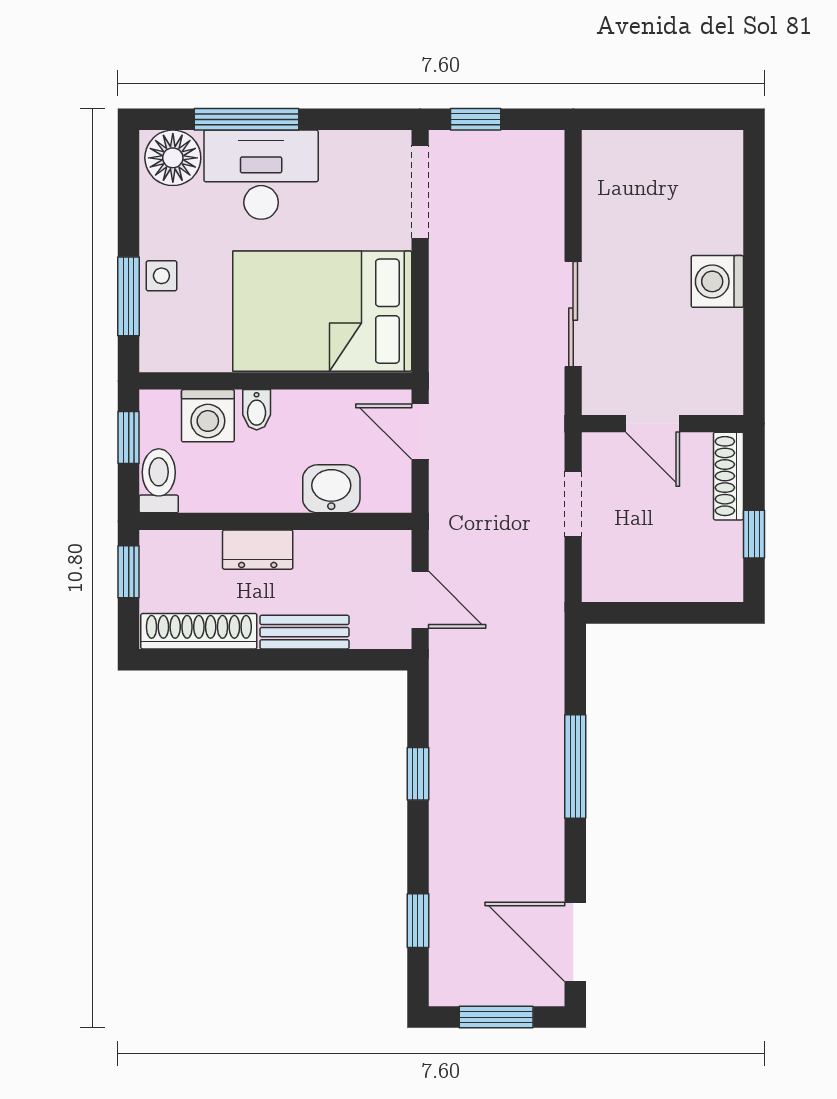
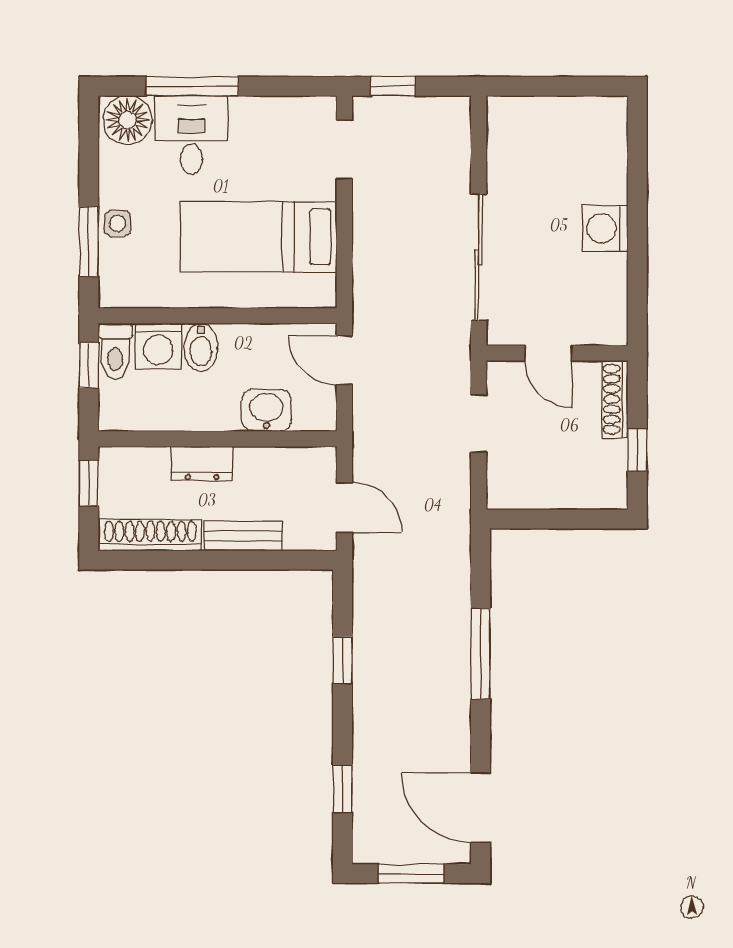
desk: (261, 175) -> (191, 135), width x0.73
doorway: (420, 192) -> (344, 150), width x0.73
bed: (322, 311) -> (259, 237), width x0.67
sliding door: (573, 314) -> (479, 257), width x1.37
bidet: (257, 410) -> (201, 347), width x1.38, depth x1.36
toilet: (159, 481) -> (115, 351), moved, turned 180

